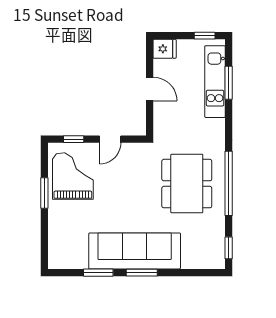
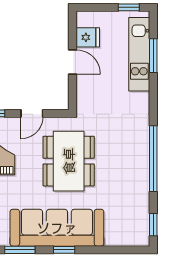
fridge: (165, 49) -> (88, 37), moved
dining table: (187, 184) -> (69, 161), moved
window: (142, 273) -> (64, 250), width x0.67

